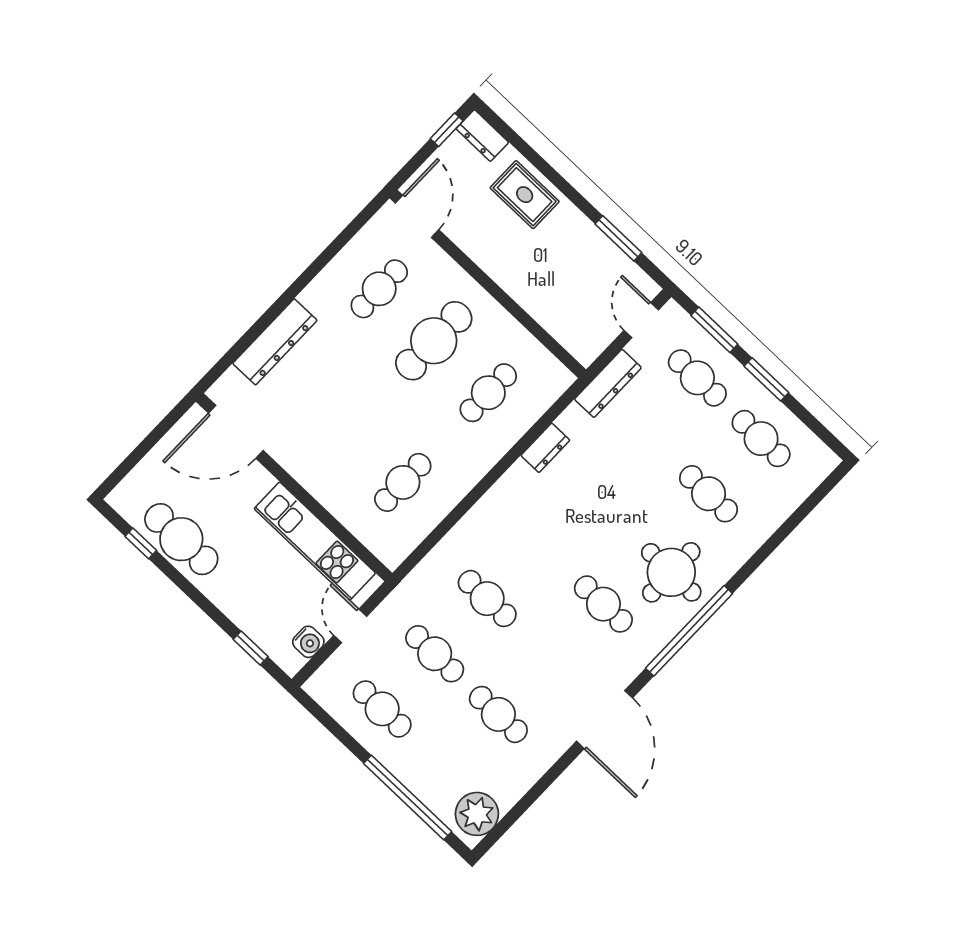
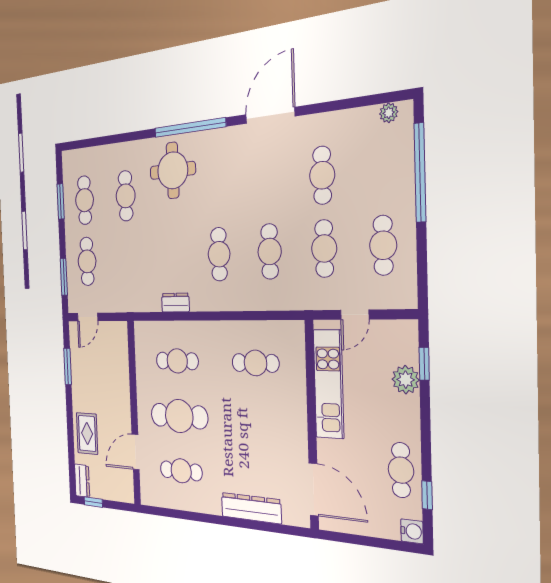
door: (417, 216) -> (136, 452), moved
window: (766, 379) -> (61, 201), moved
dresser: (608, 383) -> (124, 303), removed
cafe table: (181, 539) -> (401, 470), width x0.73, depth x0.74
cafe table: (603, 604) -> (219, 254), moved
plant: (253, 618) -> (406, 380), added
water cooler: (308, 642) -> (412, 531), moved, turned 90
plant: (477, 814) -> (389, 113), width x0.53, depth x0.53

